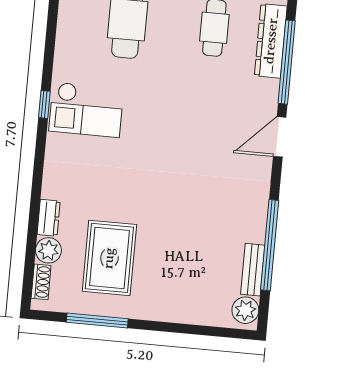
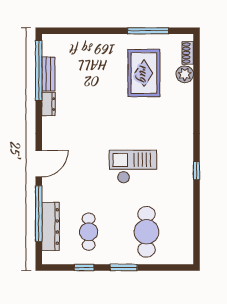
checkout: (86, 110) -> (133, 167), moved
dresser: (49, 218) -> (48, 104), moved, turned 180
window: (270, 245) -> (39, 71), moved
plant: (245, 310) -> (51, 47), removed

